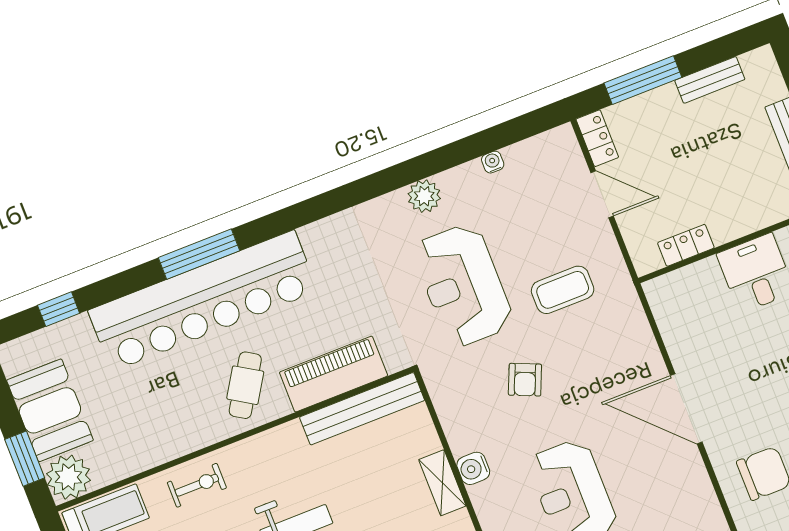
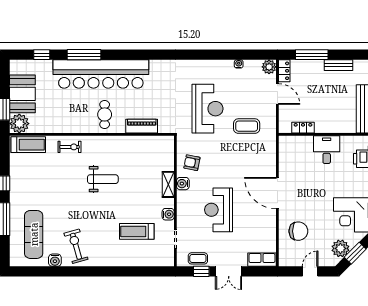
plant: (424, 196) -> (269, 67), moved
window: (199, 254) -> (84, 55), moved
reception desk: (463, 285) -> (207, 109), turned 180
piano: (334, 374) -> (142, 126), width x0.73, depth x0.75
armchair: (525, 380) -> (192, 163), moved, turned 78
cafe table: (245, 385) -> (105, 114), turned -32
bench: (362, 409) -> (148, 142), removed

